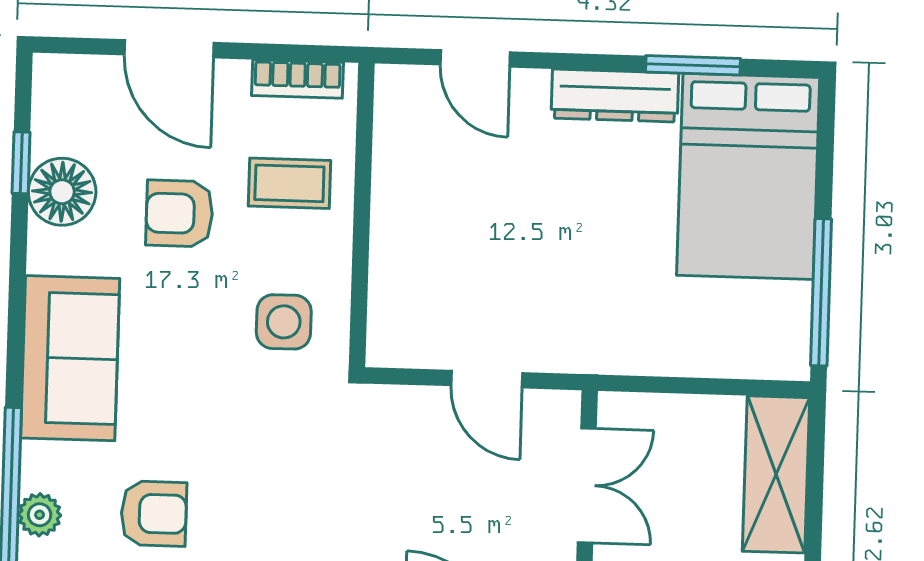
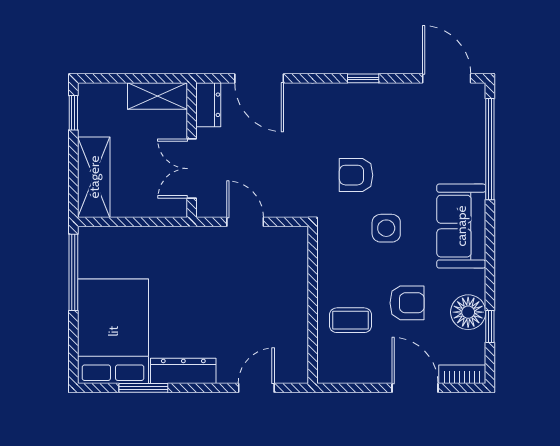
door: (475, 58) -> (256, 388), hinge flipped
bookcase: (298, 79) -> (462, 374), moved
side table: (284, 322) -> (386, 228), moved
armchair: (154, 514) -> (356, 175), moved
plant: (40, 515) -> (475, 144), removed

